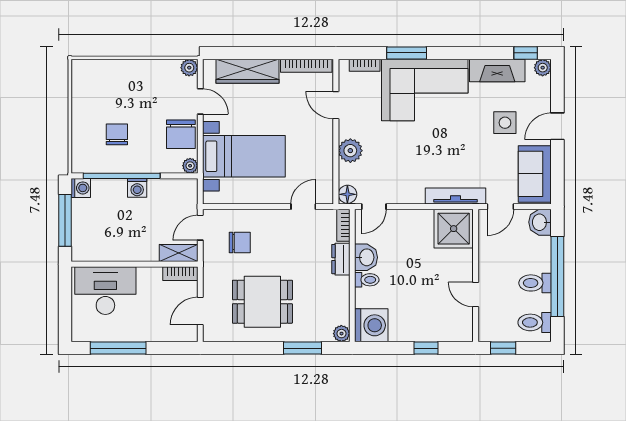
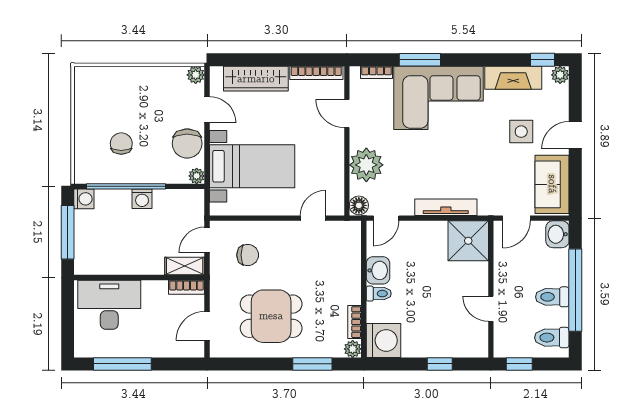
plant: (350, 151) -> (366, 165), width x1.36, depth x1.36
tv unit: (455, 196) -> (446, 207), moved
bookcase: (343, 225) -> (355, 322), moved
dresser: (341, 259) -> (352, 272), removed

